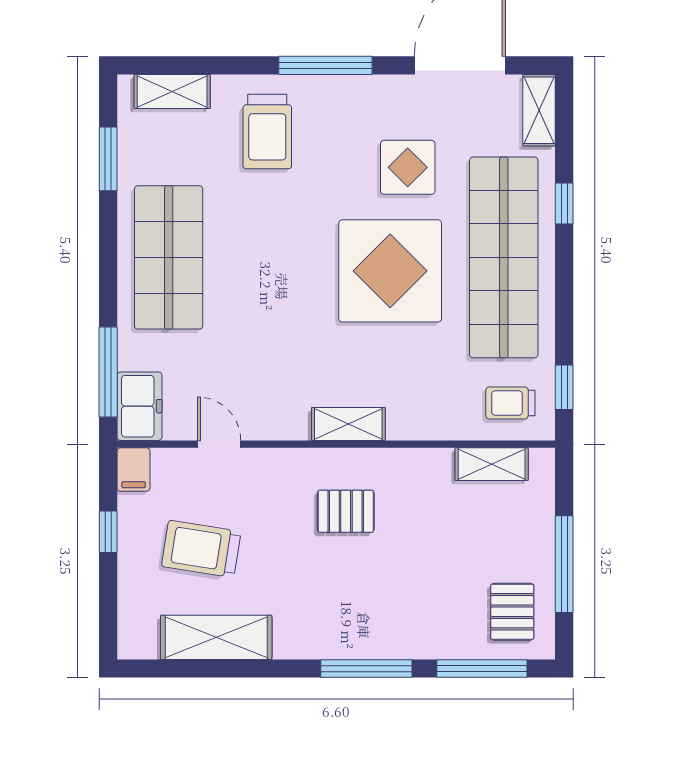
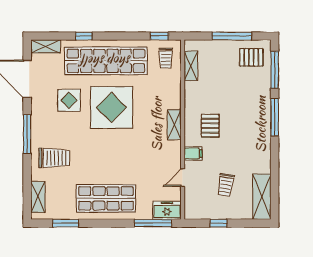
filing cabinet: (134, 470) -> (193, 154), moved
trolley: (201, 549) -> (226, 185), width x0.73, depth x0.72
shelving: (216, 637) -> (262, 197), moved

